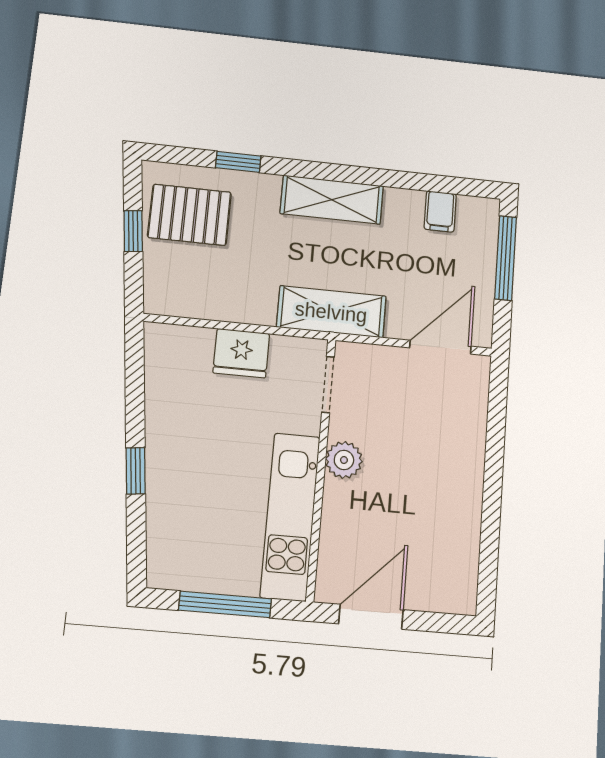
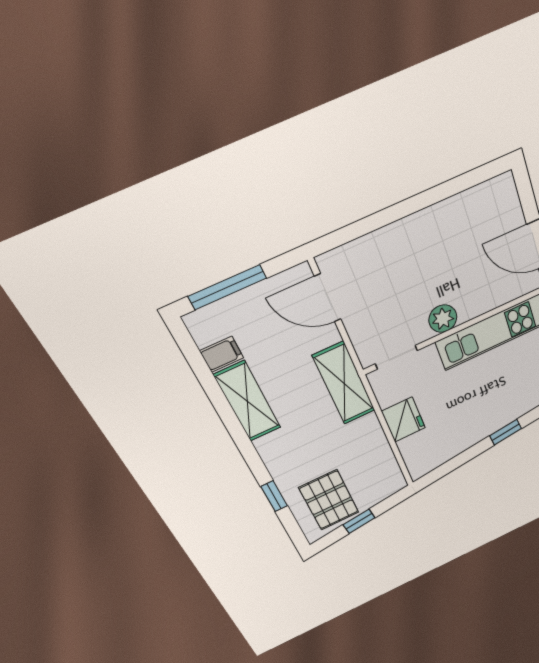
shelving: (332, 200) -> (248, 401), moved

